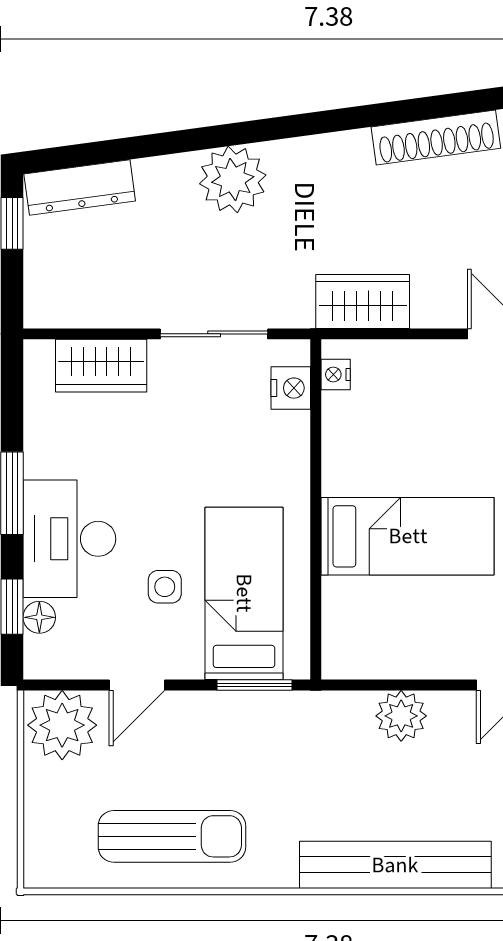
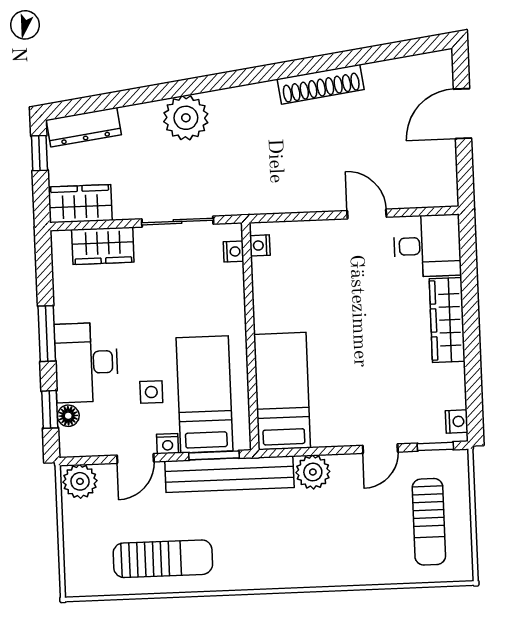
wardrobe: (363, 301) -> (80, 204), moved
nightstand: (291, 388) -> (233, 252), width x0.72, depth x0.74
bed: (408, 536) -> (282, 391), moved, turned -90
nightstand: (186, 665) -> (168, 444), added
plant: (62, 725) -> (80, 481), width x0.73, depth x0.73
bench: (395, 865) -> (229, 474), moved

